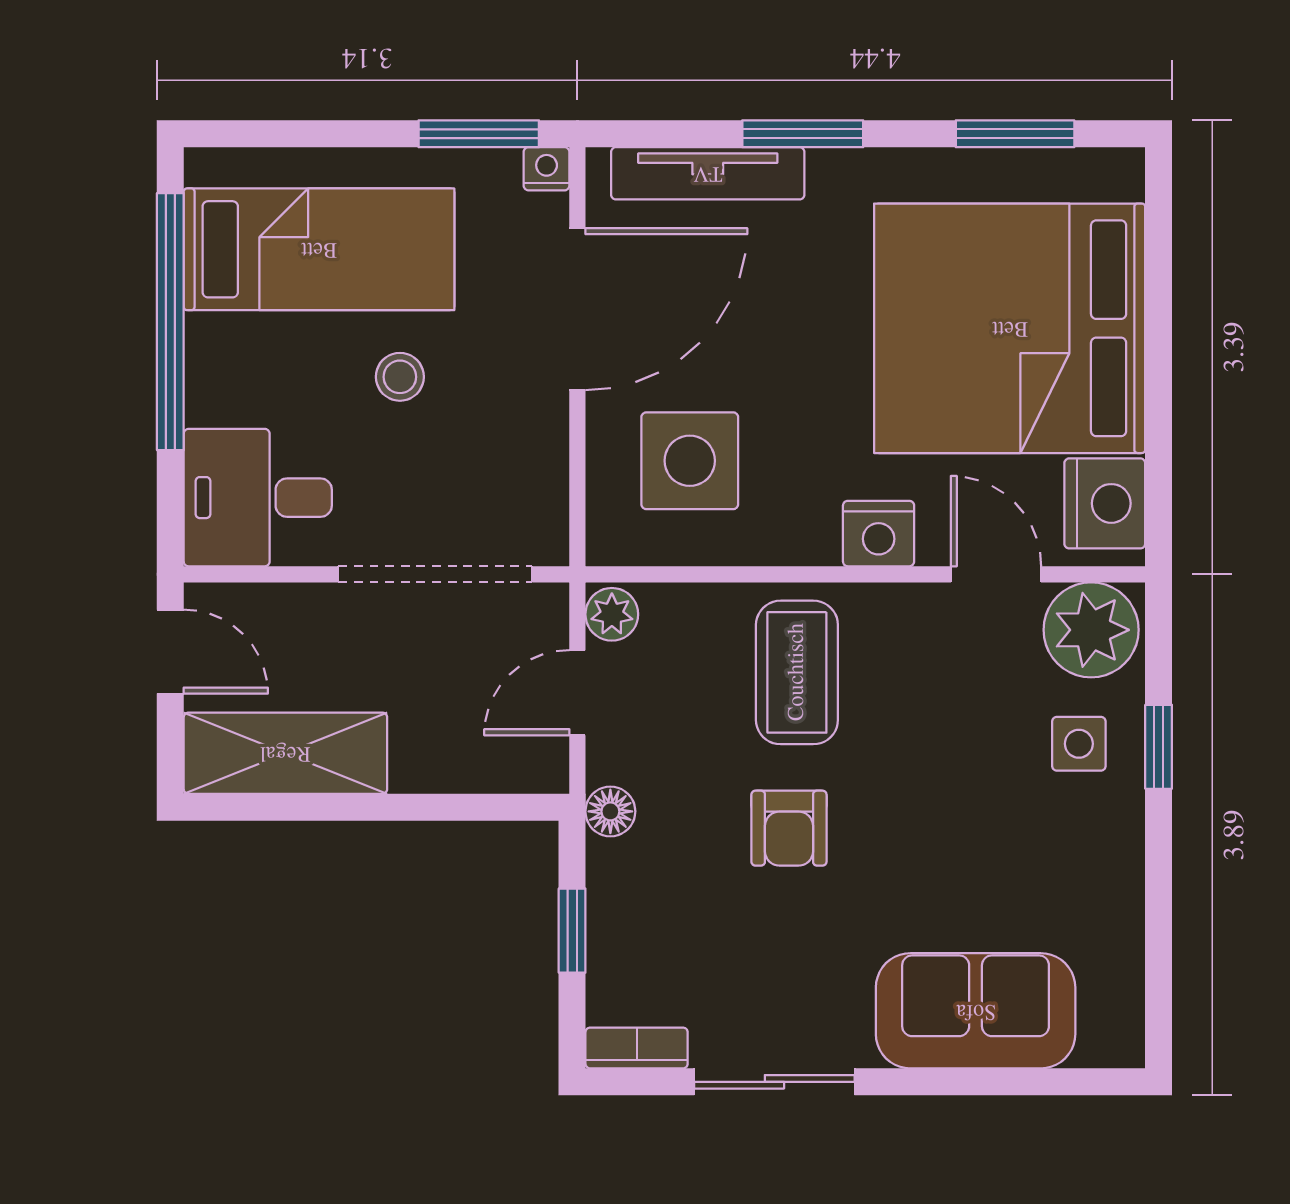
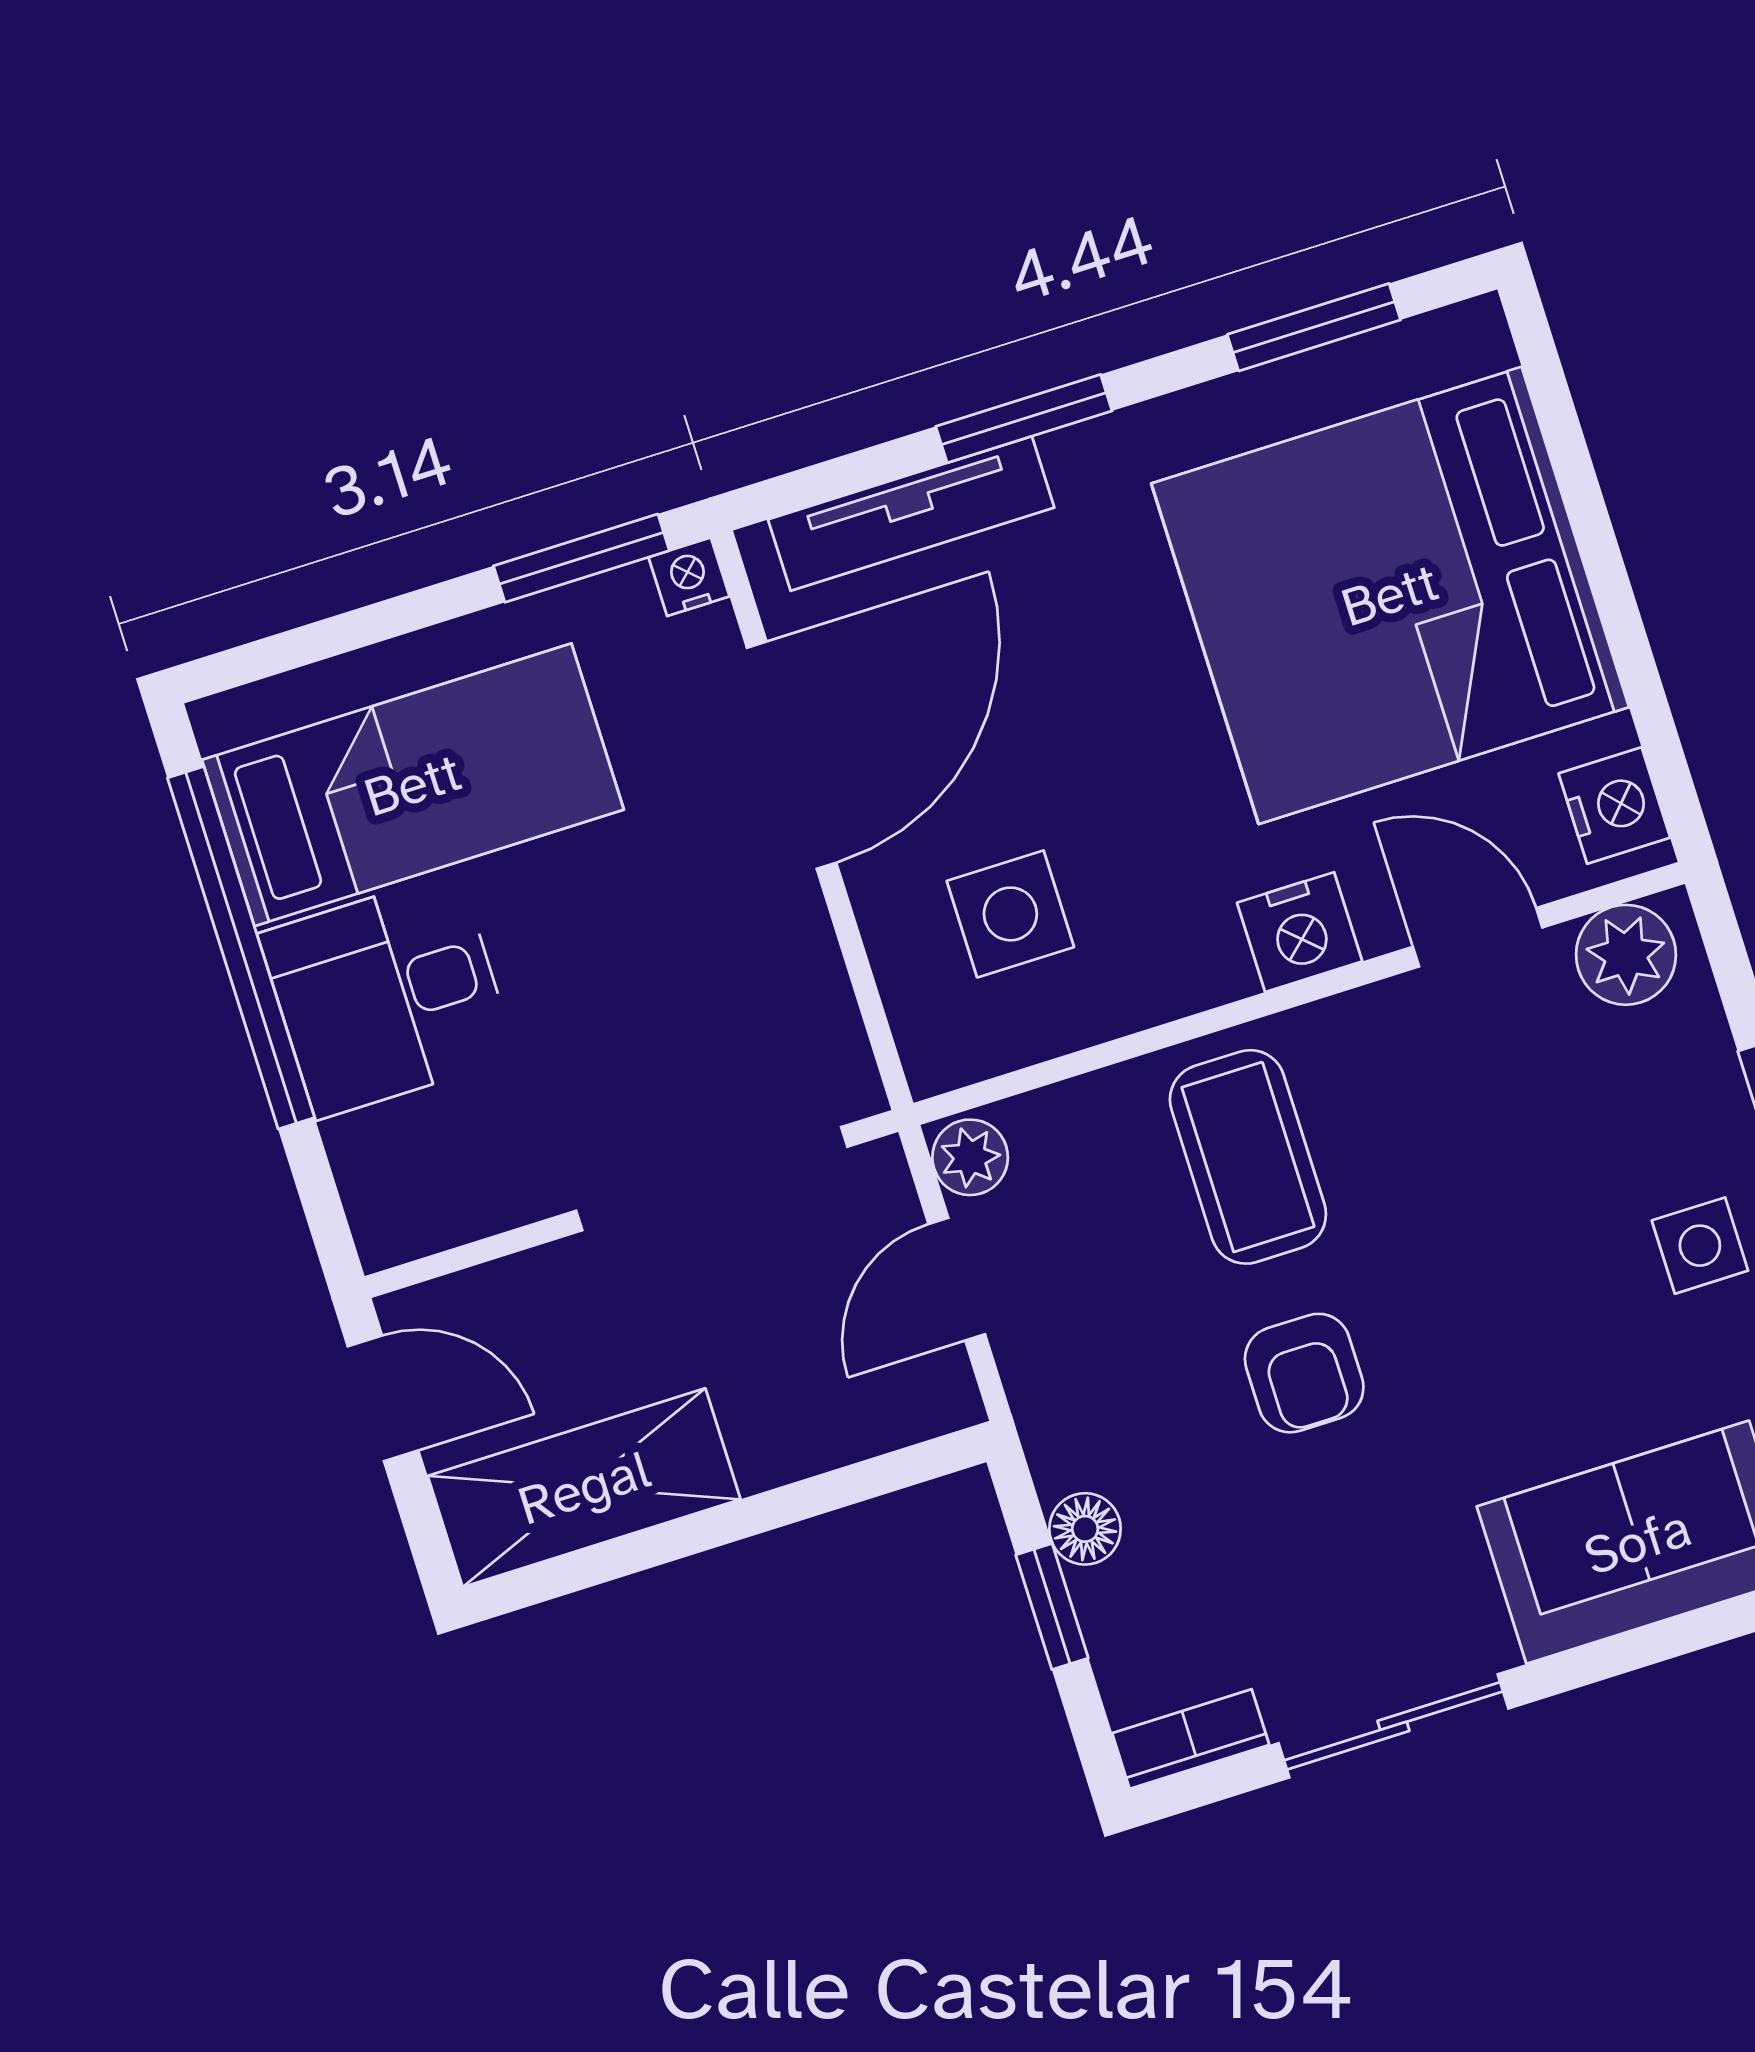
stool: (400, 377) -> (578, 924), removed
side table: (690, 461) -> (1010, 914), width x0.73, depth x0.73
desk: (258, 498) -> (387, 995), moved
nightstand: (1105, 503) -> (1614, 806), width x0.74, depth x0.75
plant: (1091, 630) -> (1626, 955), width x0.73, depth x0.73
side table: (1079, 744) -> (1700, 1246), moved
floor lamp: (610, 811) -> (1085, 1529), moved

